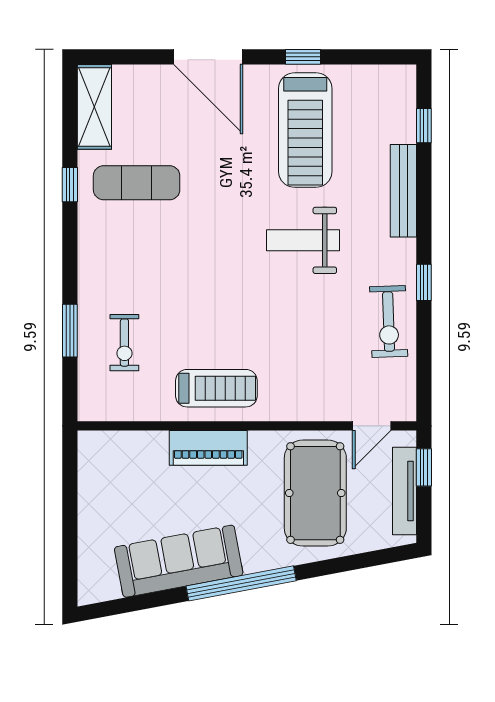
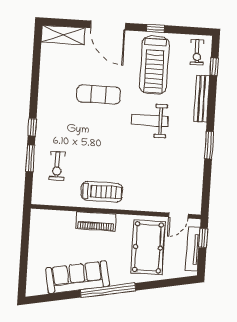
shelving: (94, 107) -> (63, 35), moved, turned 90
exercise mat: (137, 183) -> (99, 94), moved
window: (70, 185) -> (32, 127), moved
window: (424, 282) -> (209, 145), width x1.50
exercise bike: (389, 321) -> (197, 52), moved, width x0.73, depth x0.72

